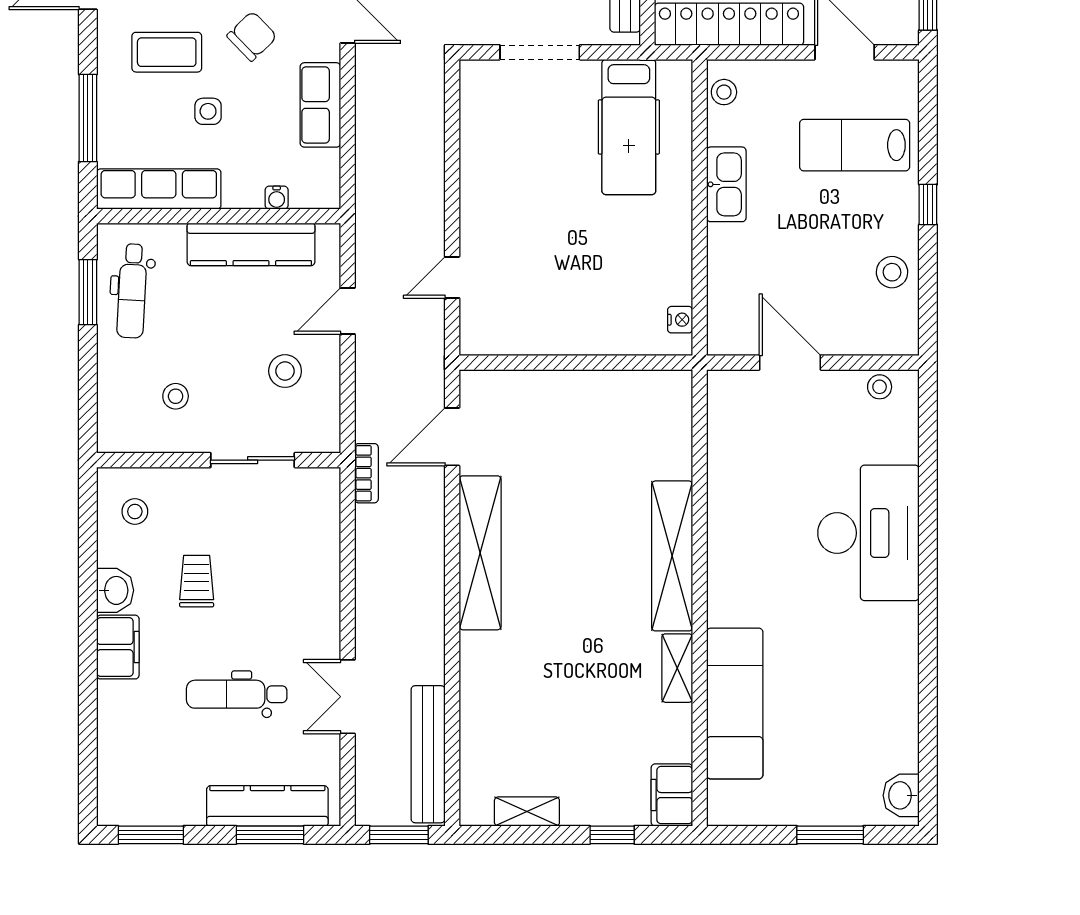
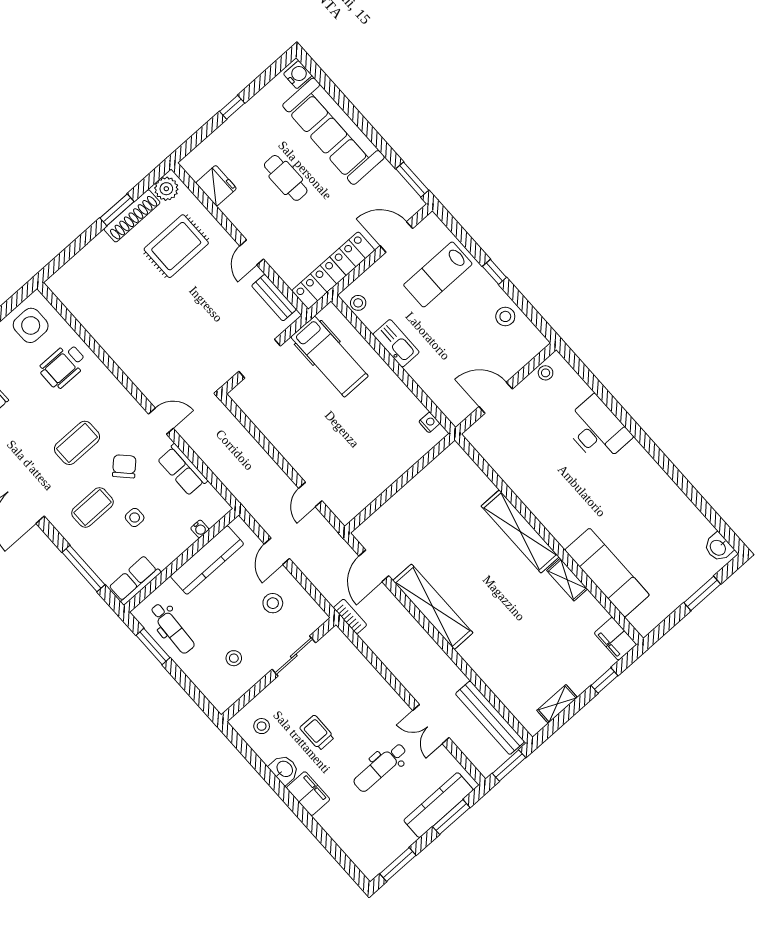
row of seats: (159, 189) -> (135, 580), width x0.68
desk: (868, 533) -> (597, 430), width x0.73, depth x0.77

